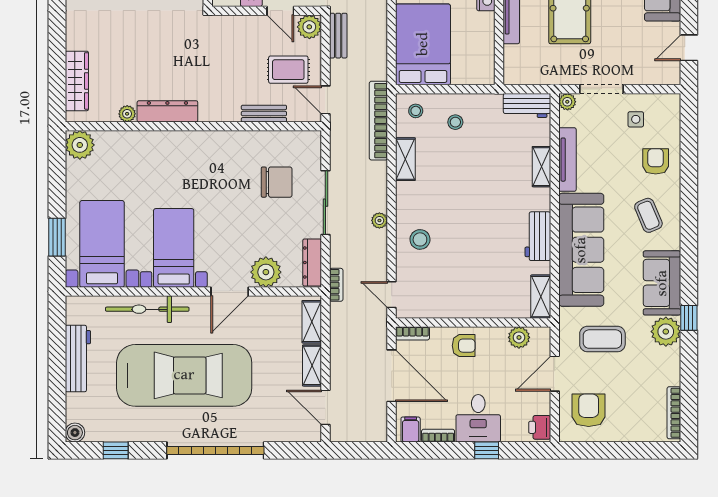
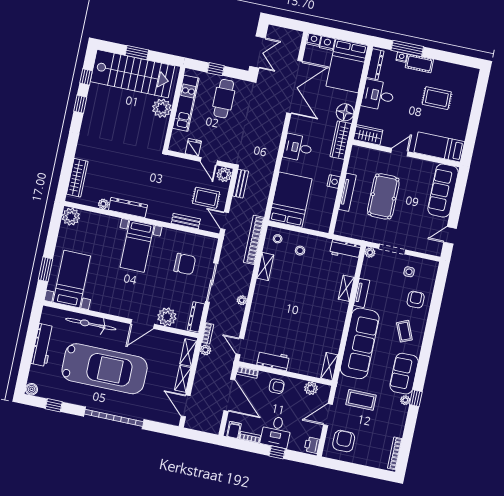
tv unit: (567, 160) -> (362, 293), width x0.71
workbench: (538, 236) -> (273, 360), moved, turned 90
stool: (420, 239) -> (264, 317), removed
bed with nightstands: (174, 248) -> (137, 246), moved, turned 180
plant: (338, 312) -> (205, 350), added
plant: (666, 332) -> (405, 400), width x0.53, depth x0.53

